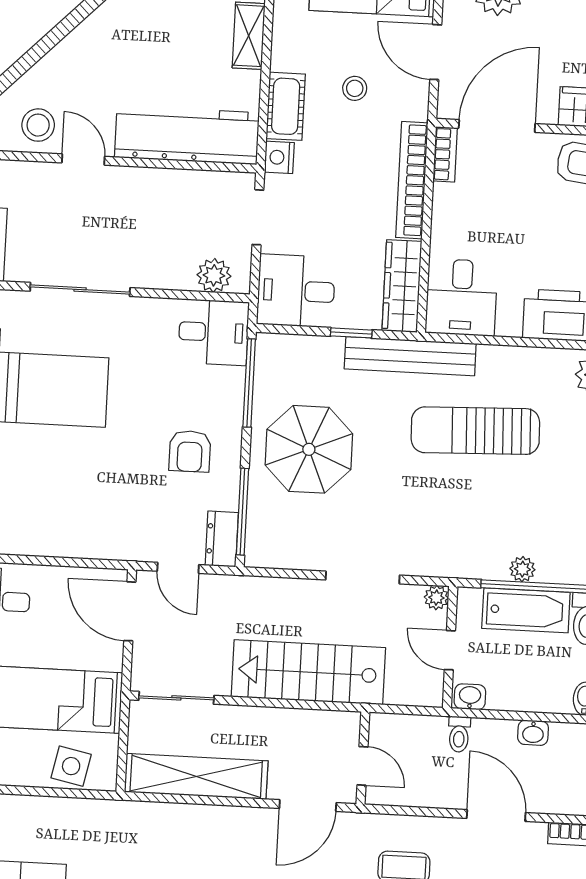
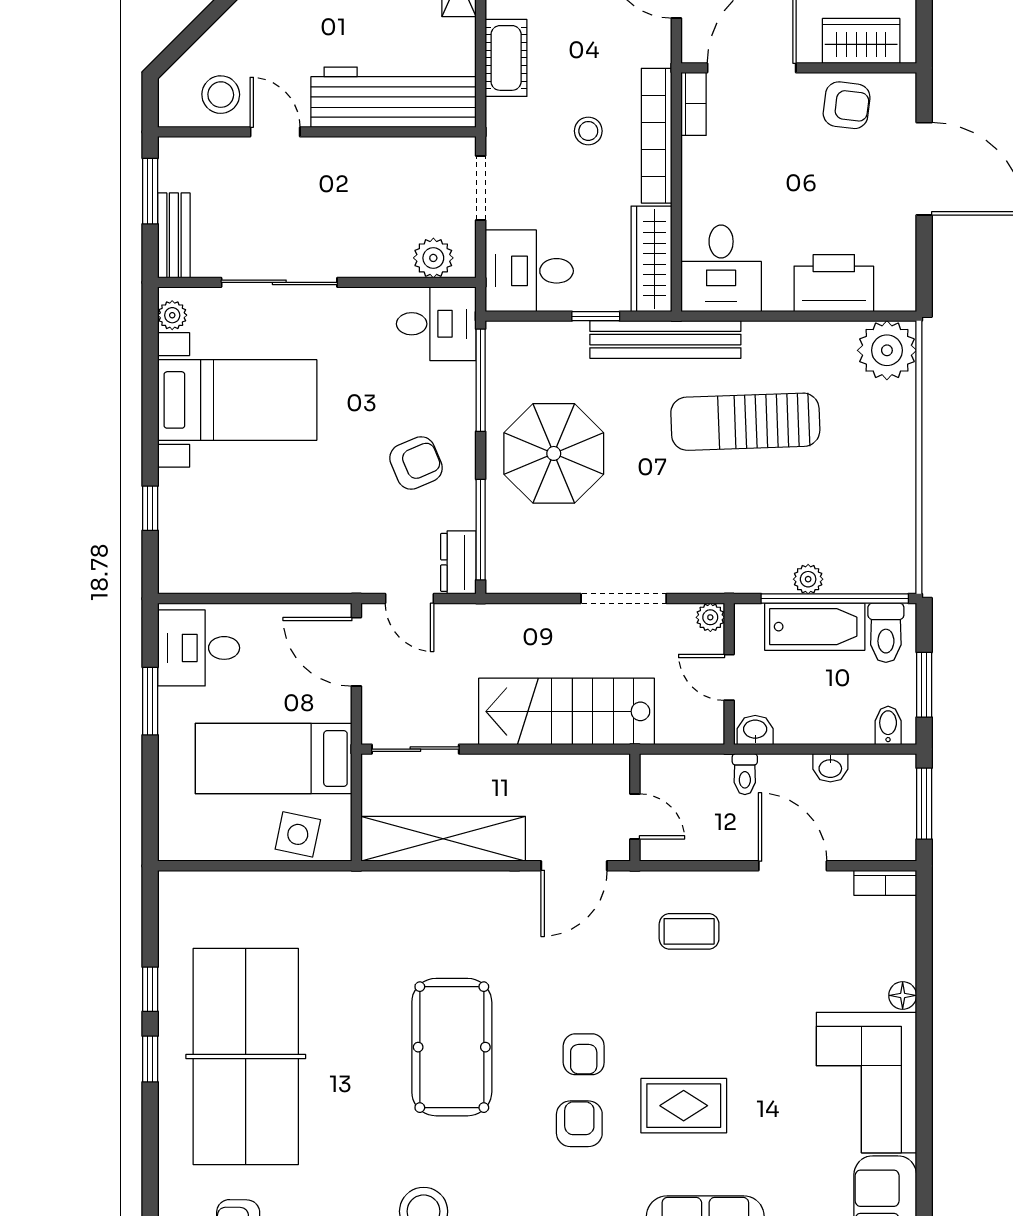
stool: (355, 88) -> (588, 131), moved
nightstand: (279, 157) -> (502, 117), removed
armchair: (190, 451) -> (416, 463), turned -113

